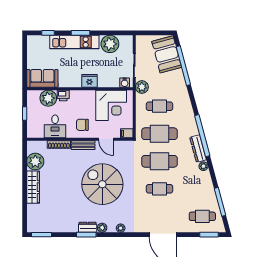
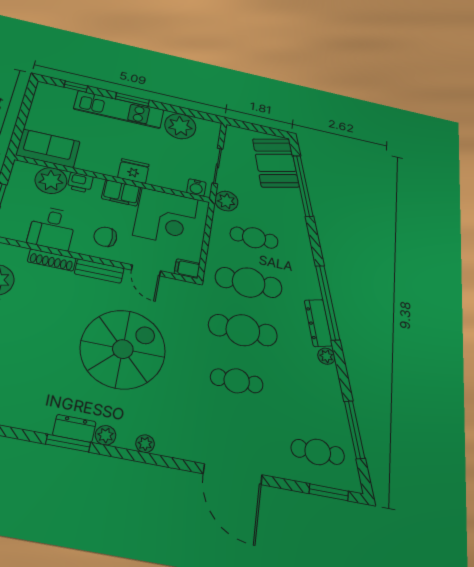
filing cabinet: (86, 96) -> (121, 193), added
spiral stairs: (102, 184) -> (123, 349), turned 90

